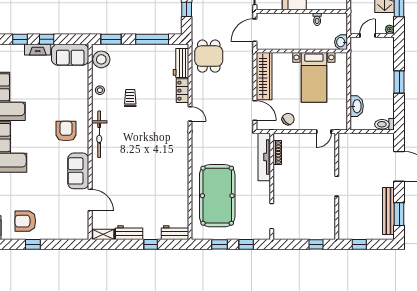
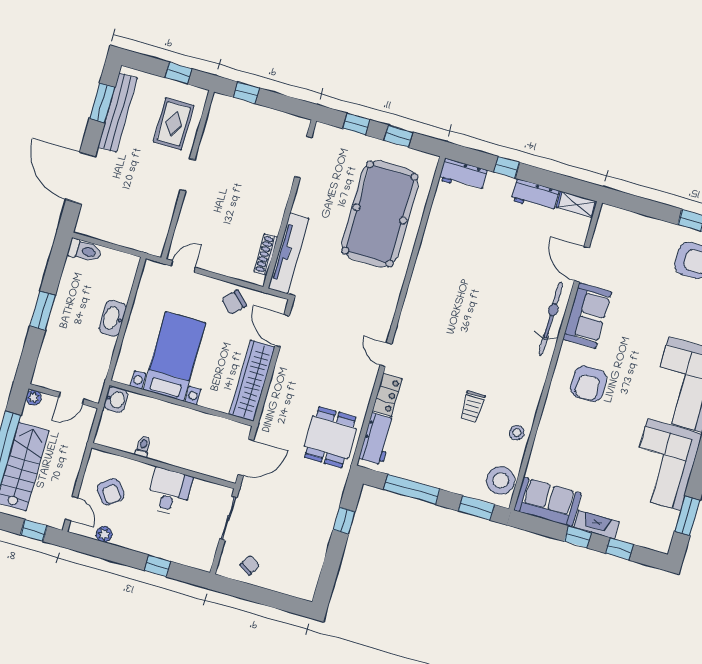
washbasin: (357, 106) -> (113, 318), moved
bicycle: (99, 134) -> (551, 319), moved
rug: (354, 214) -> (174, 124), added

